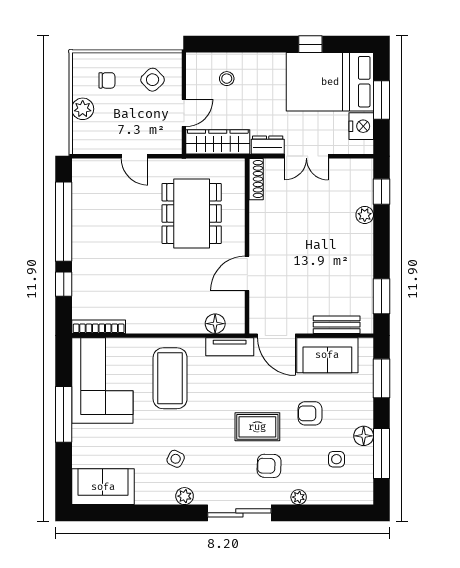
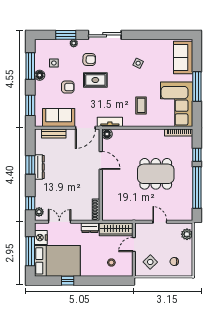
window: (382, 100) -> (30, 251), width x1.44
plant: (83, 109) -> (187, 234), moved
double door: (306, 156) -> (59, 222), moved
dining table: (192, 213) -> (156, 174), moved, turned 90
plant: (365, 215) -> (39, 212), moved
dresser: (364, 261) -> (39, 167), added
door: (247, 273) -> (101, 160), hinge flipped
window: (382, 296) -> (30, 165), moved
floor lamp: (215, 324) -> (107, 134), moved
door: (276, 336) -> (85, 128), swing flipped
coffee table: (170, 378) -> (141, 105), width x0.54, depth x0.58
sofa: (103, 487) -> (183, 57), moved, turned 90
plant: (185, 496) -> (133, 44), removed
window: (314, 513) -> (66, 35), added

